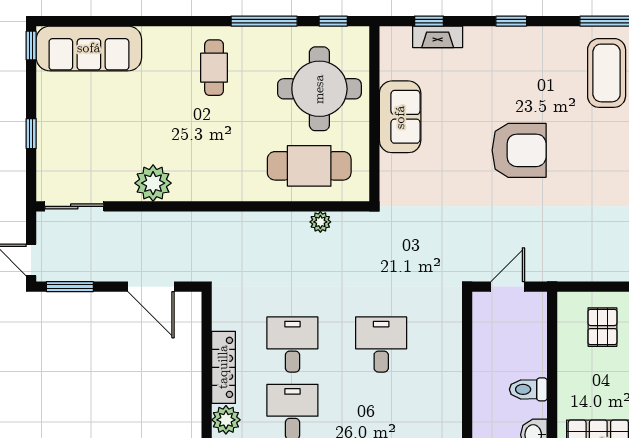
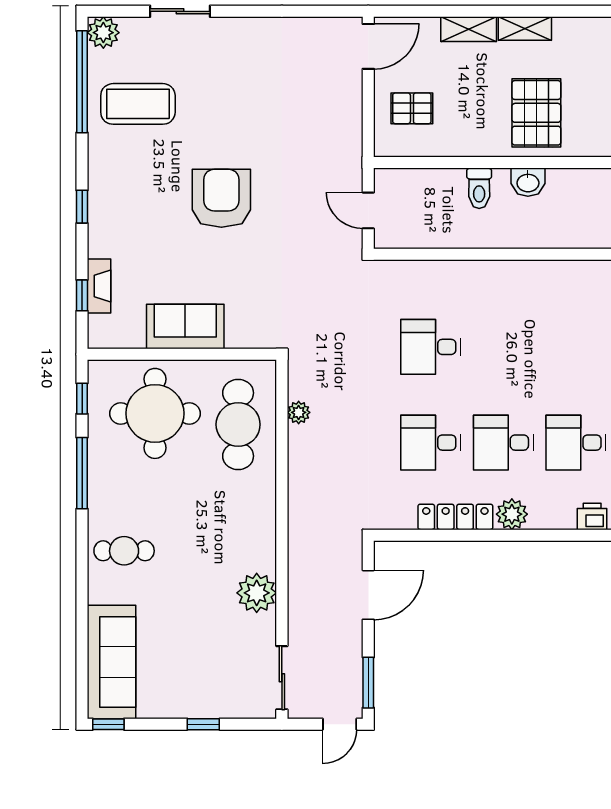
cafe table: (214, 68) -> (124, 551), moved

